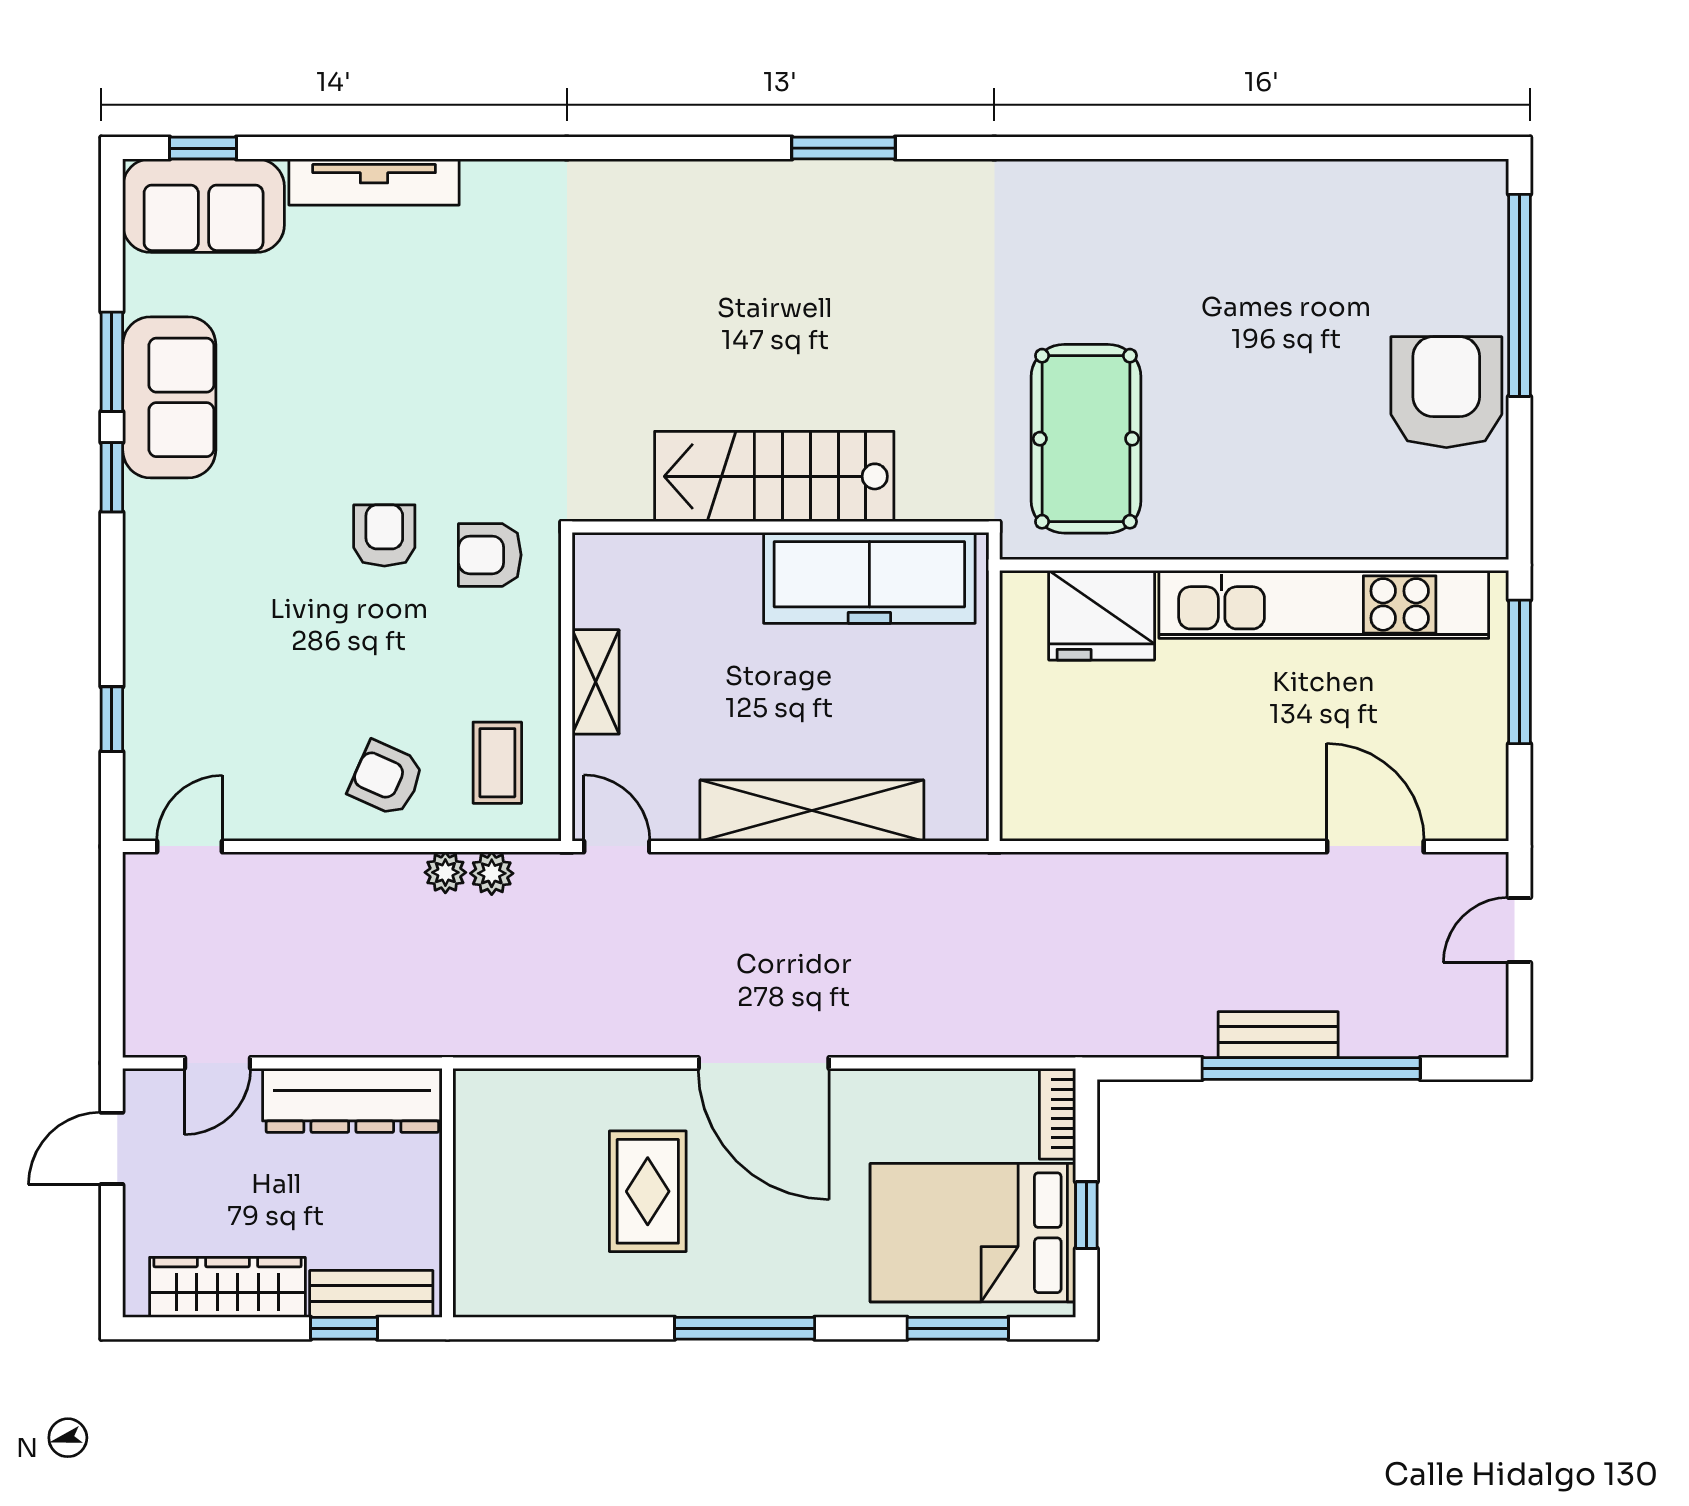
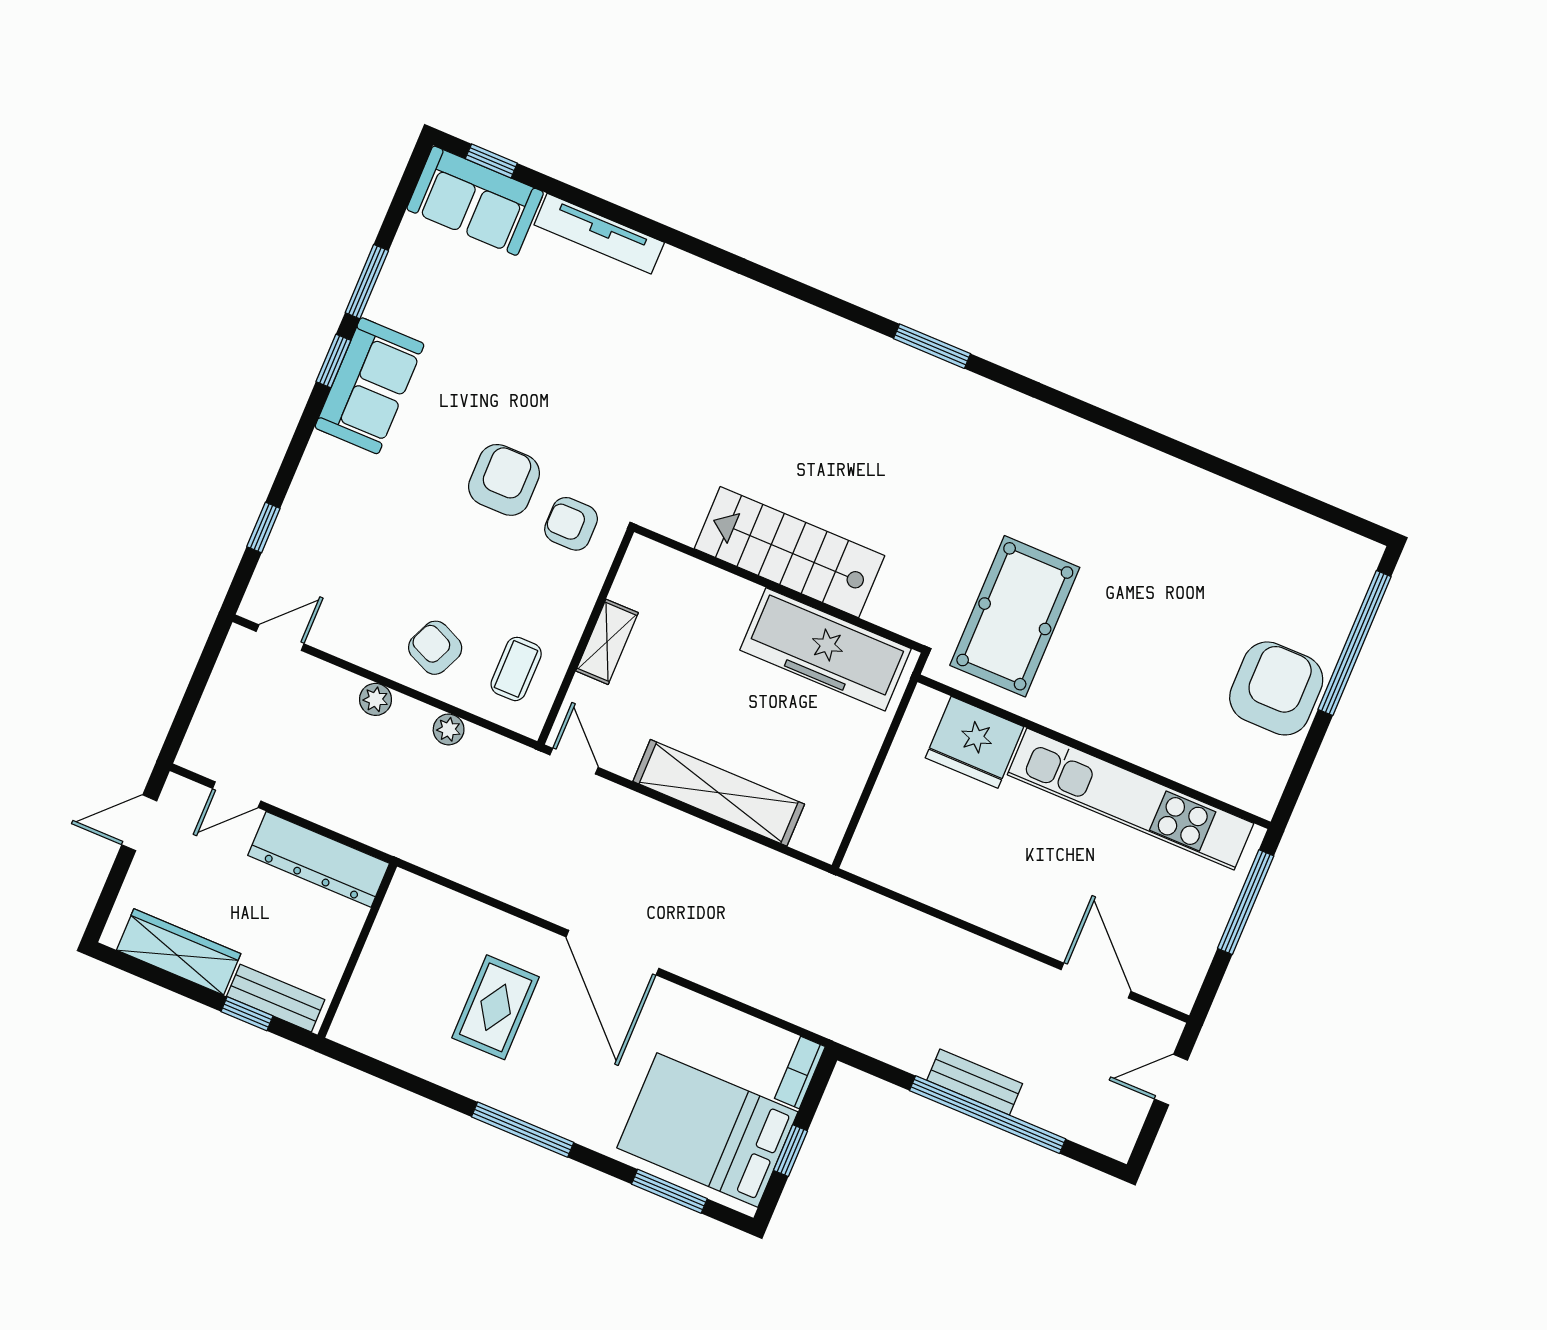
sofa: (169, 397) -> (369, 386), moved
armchair: (384, 535) -> (504, 480), width x1.38, depth x1.38
plant: (492, 873) -> (376, 699), moved

